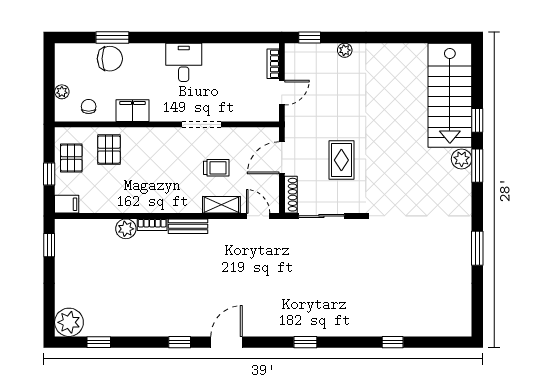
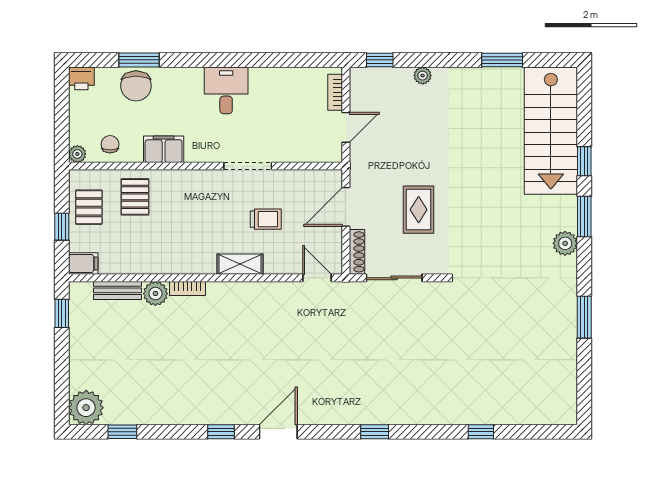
window: (410, 37) -> (502, 60), added
printer: (65, 52) -> (81, 78), added
chair: (110, 59) -> (136, 86), turned 90
plant: (62, 92) -> (77, 154), moved
plant: (462, 159) -> (565, 243), moved
shelving: (221, 205) -> (240, 264), moved
bench: (188, 226) -> (117, 290), moved

